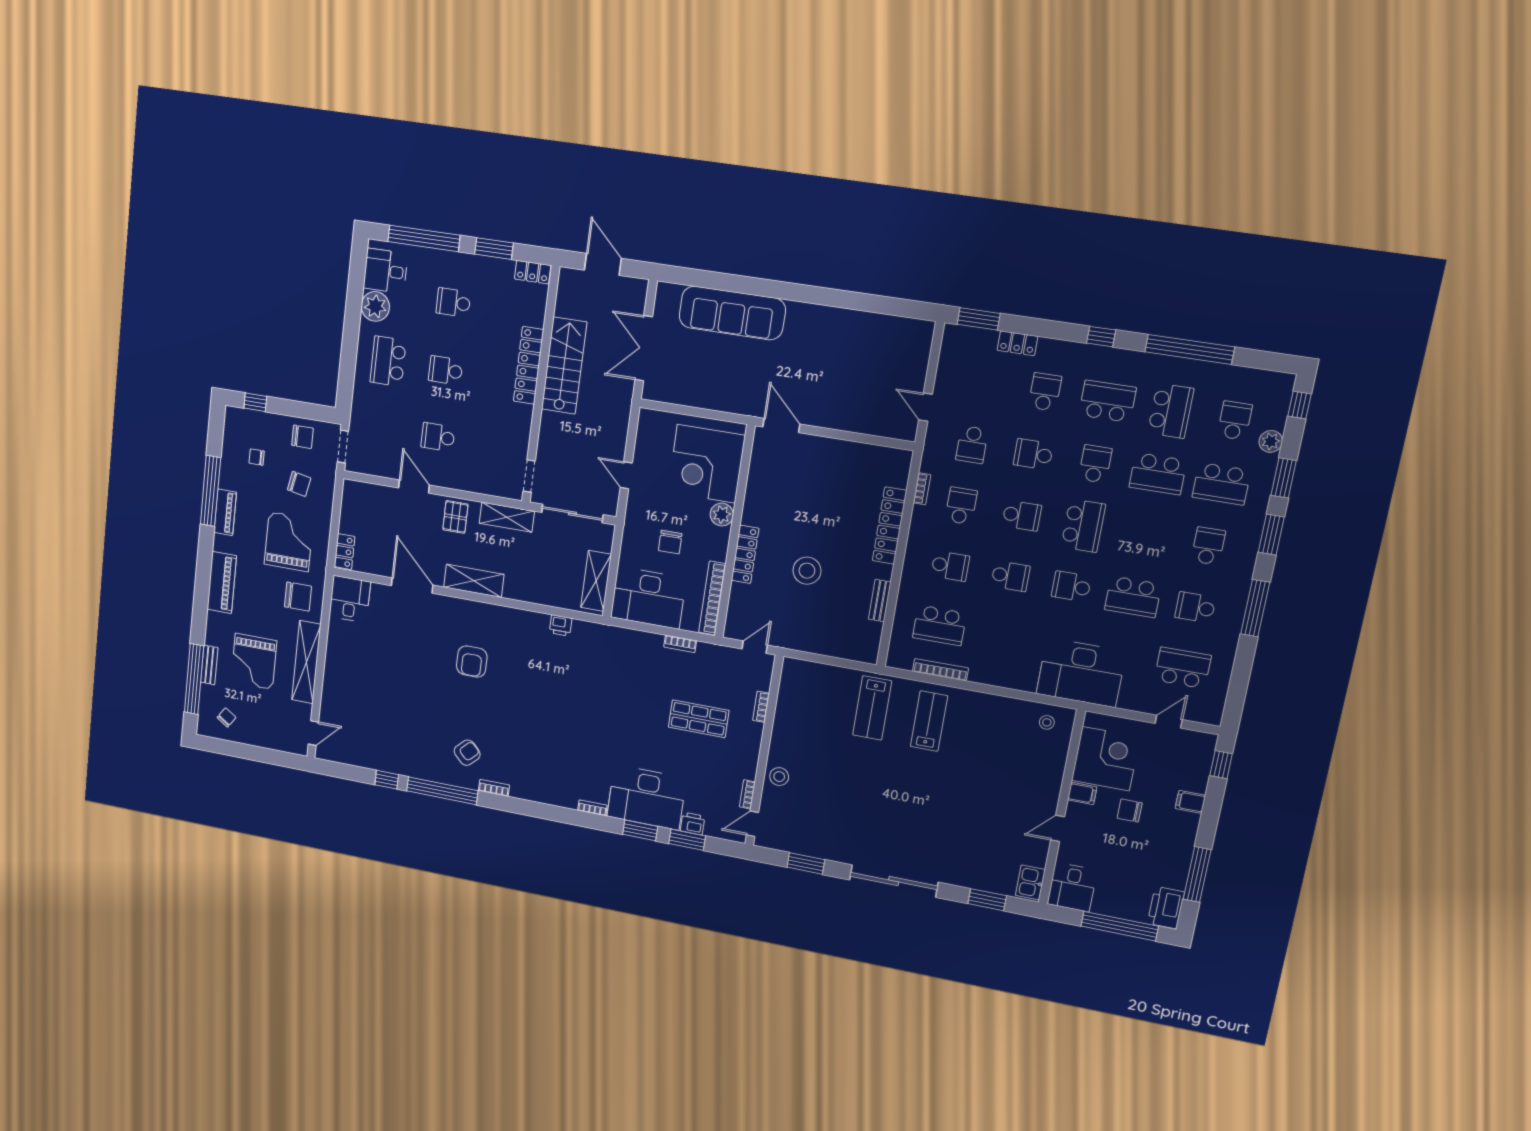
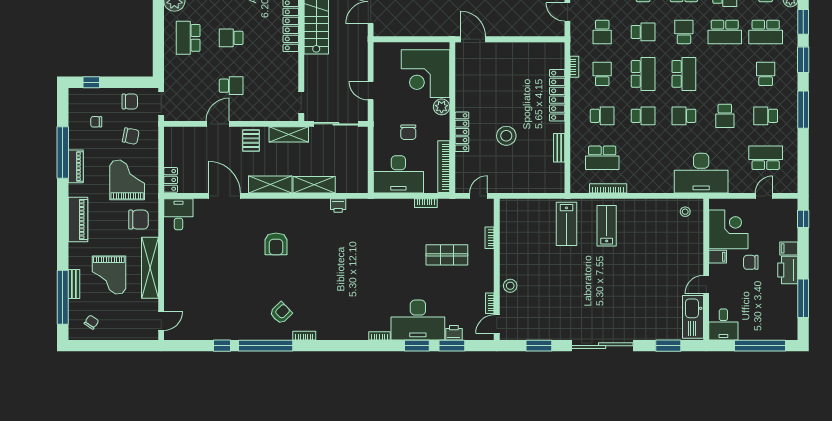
school desk: (438, 437) -> (231, 86), turned 180
school desk: (1033, 454) -> (643, 32), turned 180
door: (414, 487) -> (218, 124), hinge flipped
school desk: (1022, 516) -> (643, 74), width x1.85
shelving: (596, 581) -> (314, 185), moved, turned 90
school desk: (1133, 597) -> (725, 116), width x0.54
kitchen sink: (1030, 882) -> (693, 317), width x1.88, depth x1.24
printer: (1166, 908) -> (788, 270), moved

